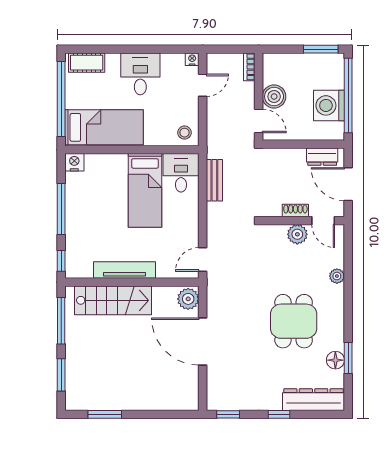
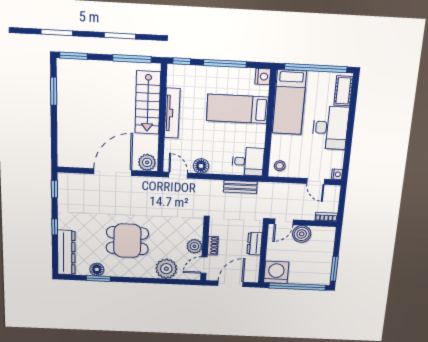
desk: (140, 74) -> (330, 128), width x1.37
washing machine: (329, 105) -> (276, 272), moved
dresser: (322, 157) -> (254, 244), moved
bed: (145, 190) -> (237, 109), moved
floor lamp: (189, 231) -> (201, 166), added
plant: (337, 276) -> (166, 269), width x1.88, depth x1.88
window: (61, 375) -> (73, 56), moved

